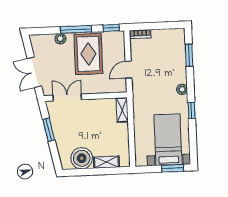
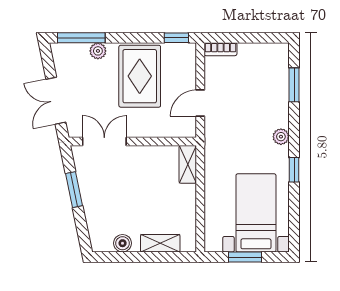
window: (76, 29) -> (81, 38), moved
boiler: (82, 158) -> (123, 243), width x0.54, depth x0.54
window: (173, 168) -> (245, 257), moved

